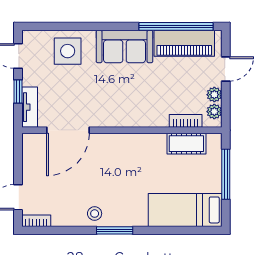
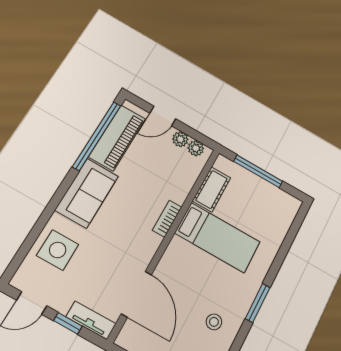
door: (226, 69) -> (163, 116), swing flipped
bookcase: (186, 121) -> (167, 219), moved
bed: (185, 210) -> (218, 238), moved, turned -90
stool: (95, 214) -> (214, 322), moved

